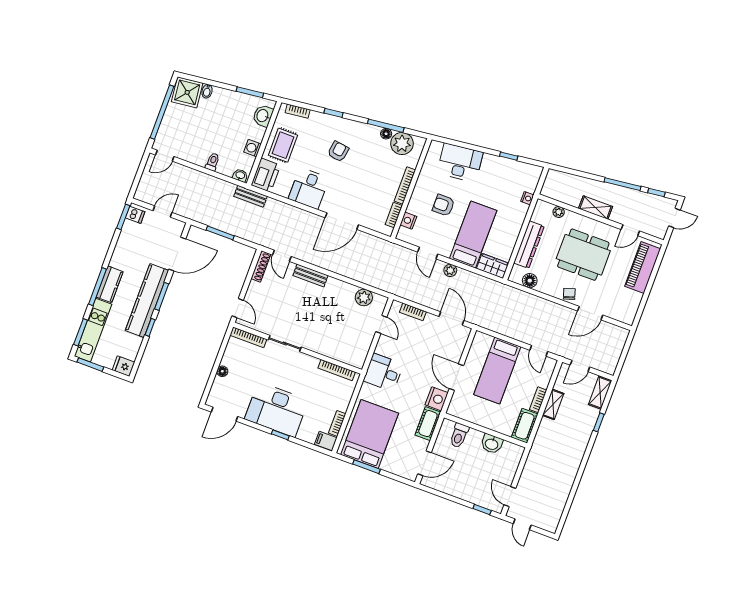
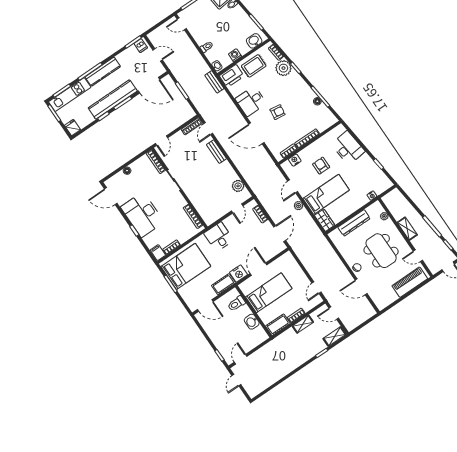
plant: (402, 144) -> (283, 68), moved
armchair: (338, 151) -> (278, 112), moved
floor lamp: (530, 281) -> (340, 244), removed
kitchen counter: (110, 284) -> (103, 72), width x1.50
bed: (497, 371) -> (269, 293), moved, turned 180

